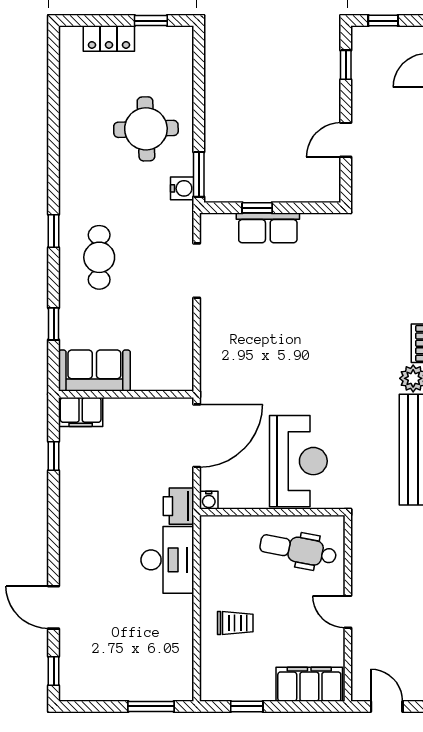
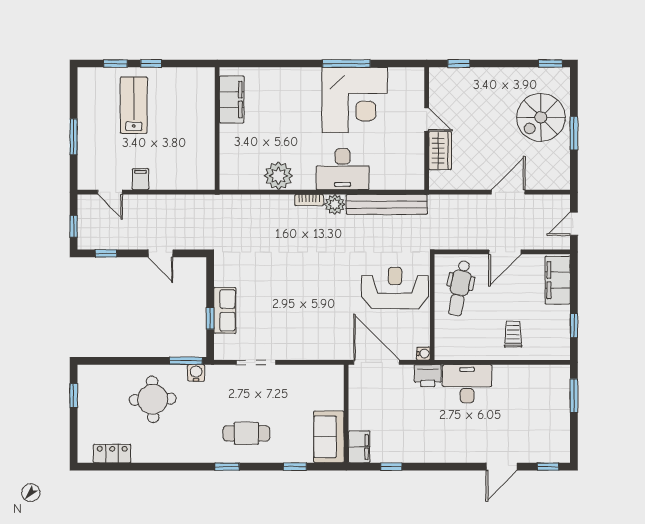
locker: (109, 39) -> (112, 453), moved, turned -90
door: (348, 612) -> (505, 252), width x1.38

